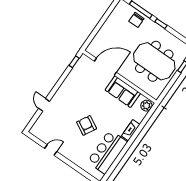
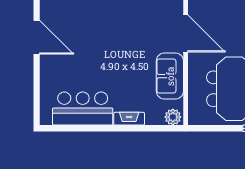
armchair: (87, 125) -> (98, 60), removed
door: (51, 150) -> (37, 37), width x1.87

